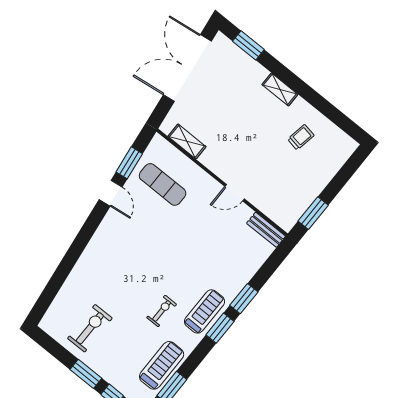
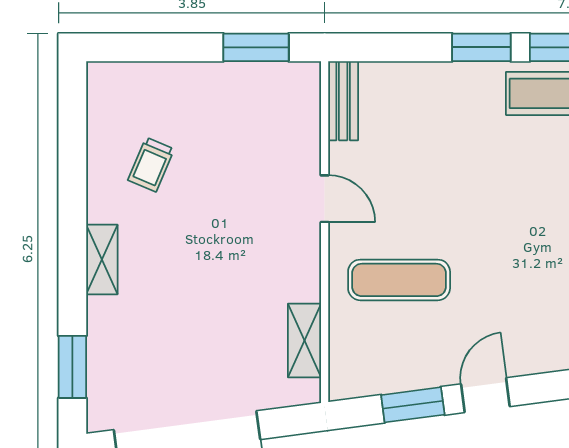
trolley: (301, 137) -> (151, 165), turned -77
exercise mat: (163, 184) -> (399, 280), moved, turned 90

